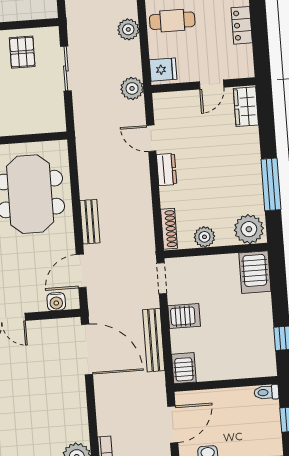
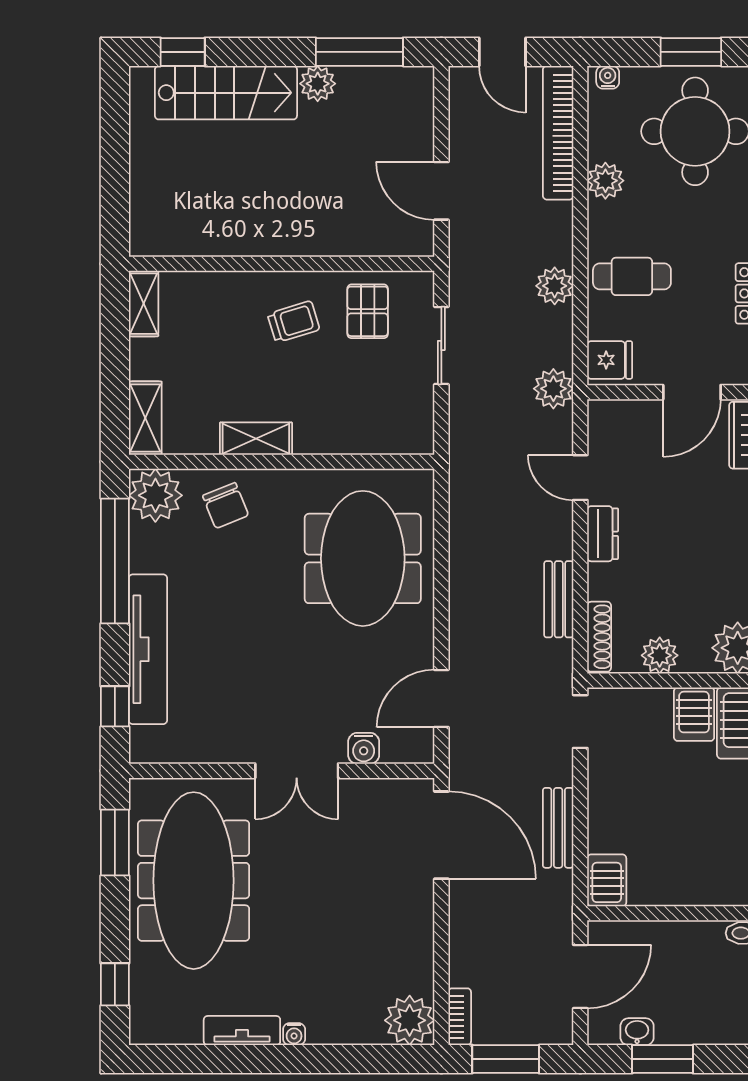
door: (212, 85) -> (692, 392), width x1.38
bench: (90, 222) -> (559, 599), moved
water cooler: (56, 302) -> (364, 748), moved
server rack: (184, 316) -> (694, 714), moved, turned 90
bench: (154, 340) -> (558, 828), width x0.73

